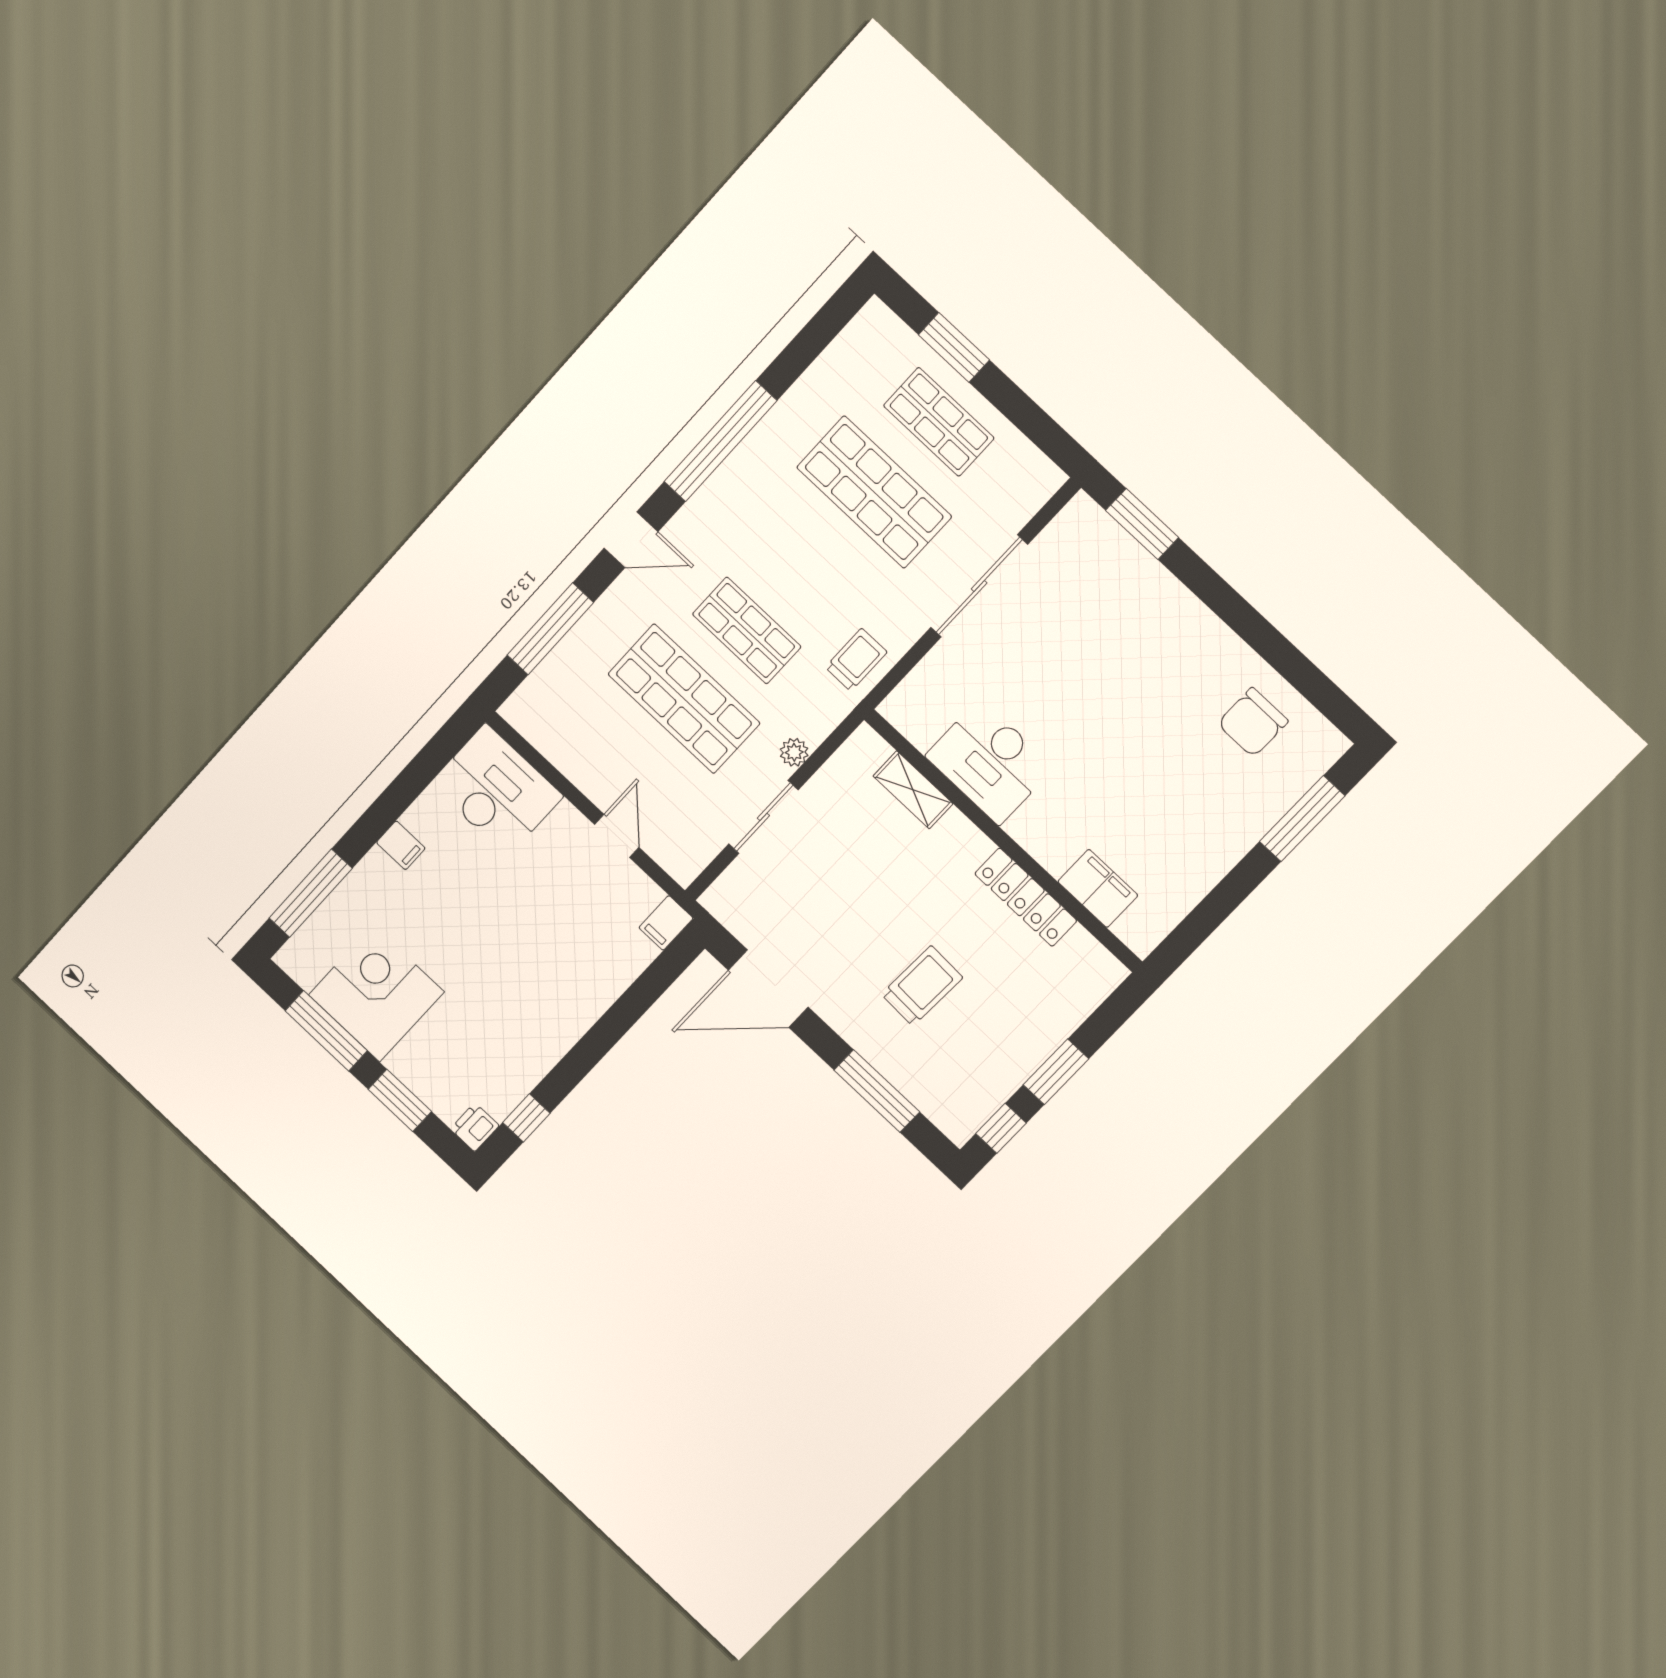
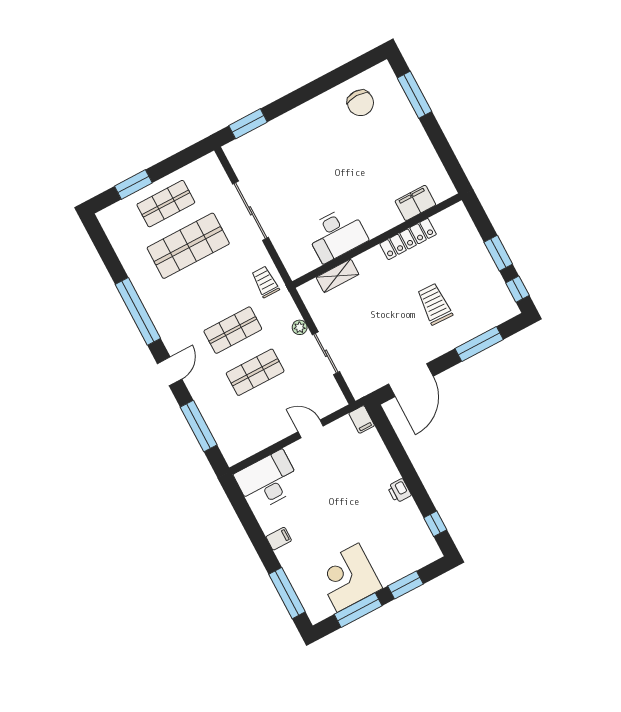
shop shelf: (684, 699) -> (255, 372), width x0.70, depth x0.74
printer: (475, 1127) -> (399, 491), moved

